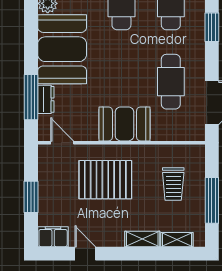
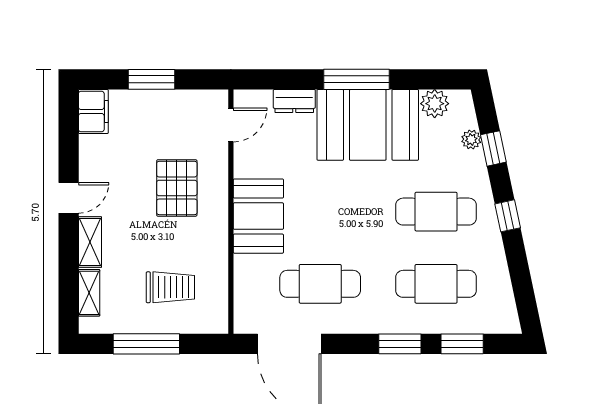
window: (31, 97) -> (357, 79), moved
pallet: (105, 180) -> (177, 188), width x0.73, depth x0.71
trolley: (173, 184) -> (170, 287), turned 180
door: (85, 254) -> (69, 198), moved

